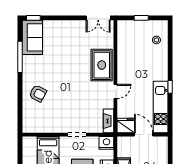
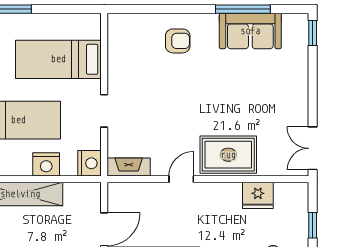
sofa: (32, 37) -> (250, 31), moved
door: (115, 91) -> (181, 179), swing flipped
armchair: (38, 93) -> (178, 41), turned -118
fridge: (126, 126) -> (258, 195), moved, turned 90

